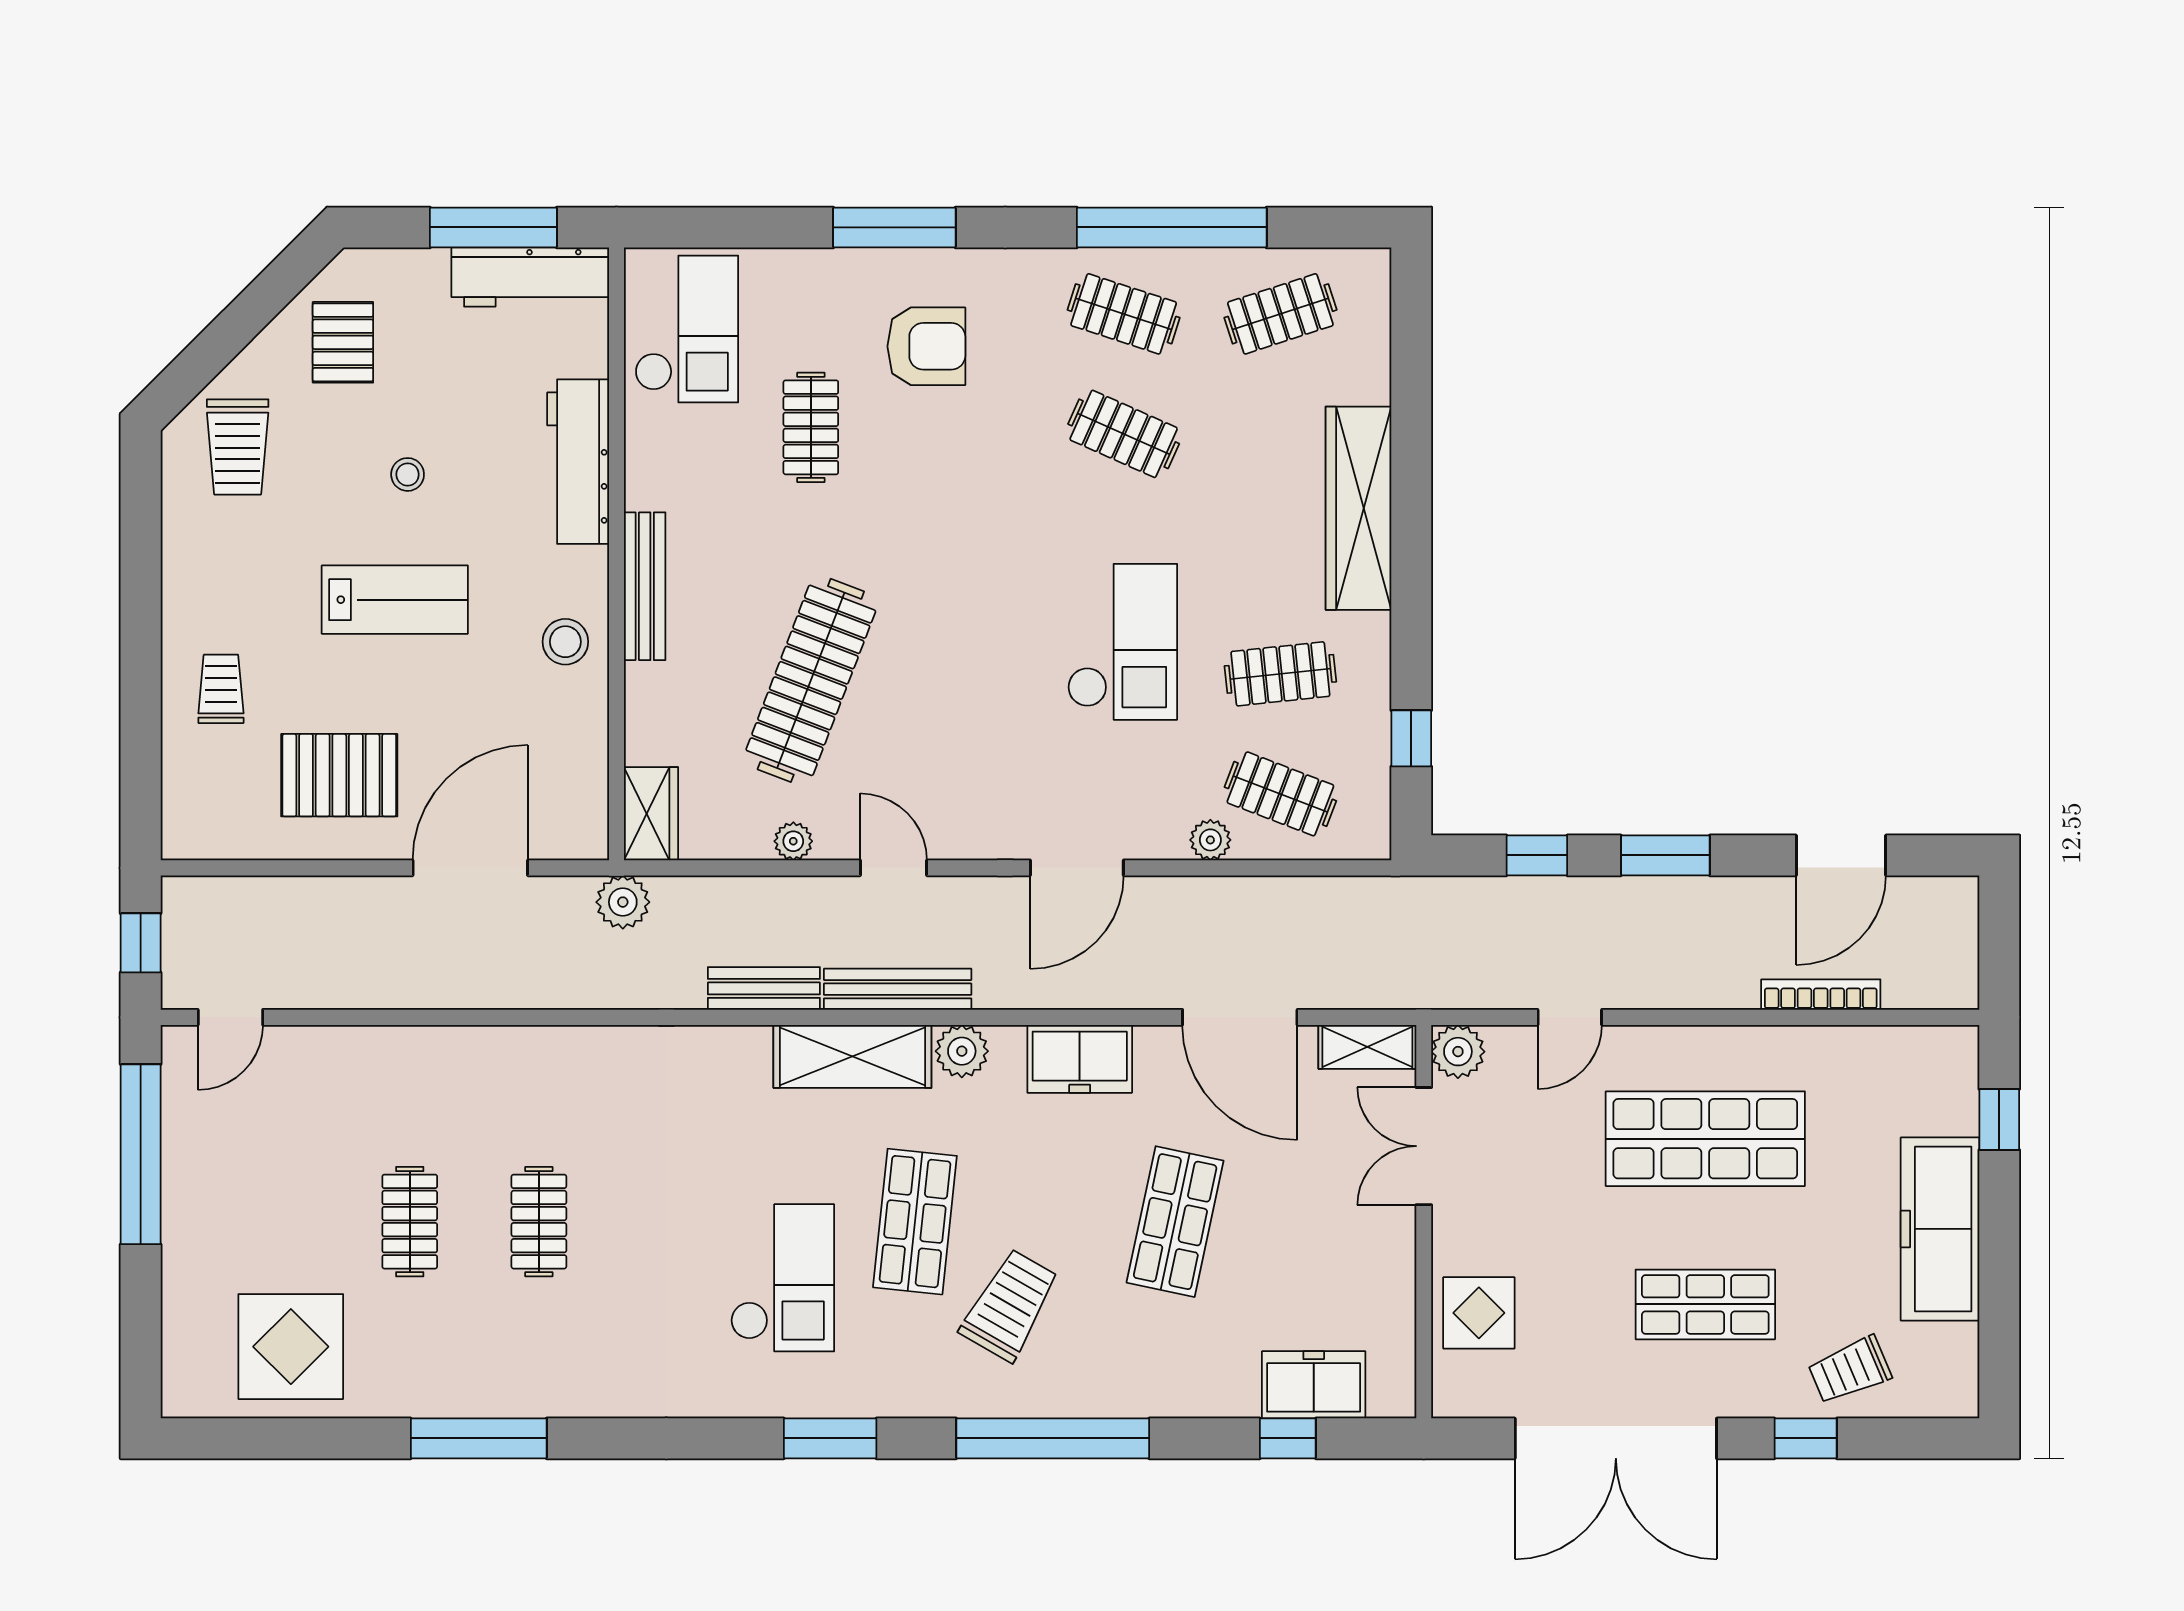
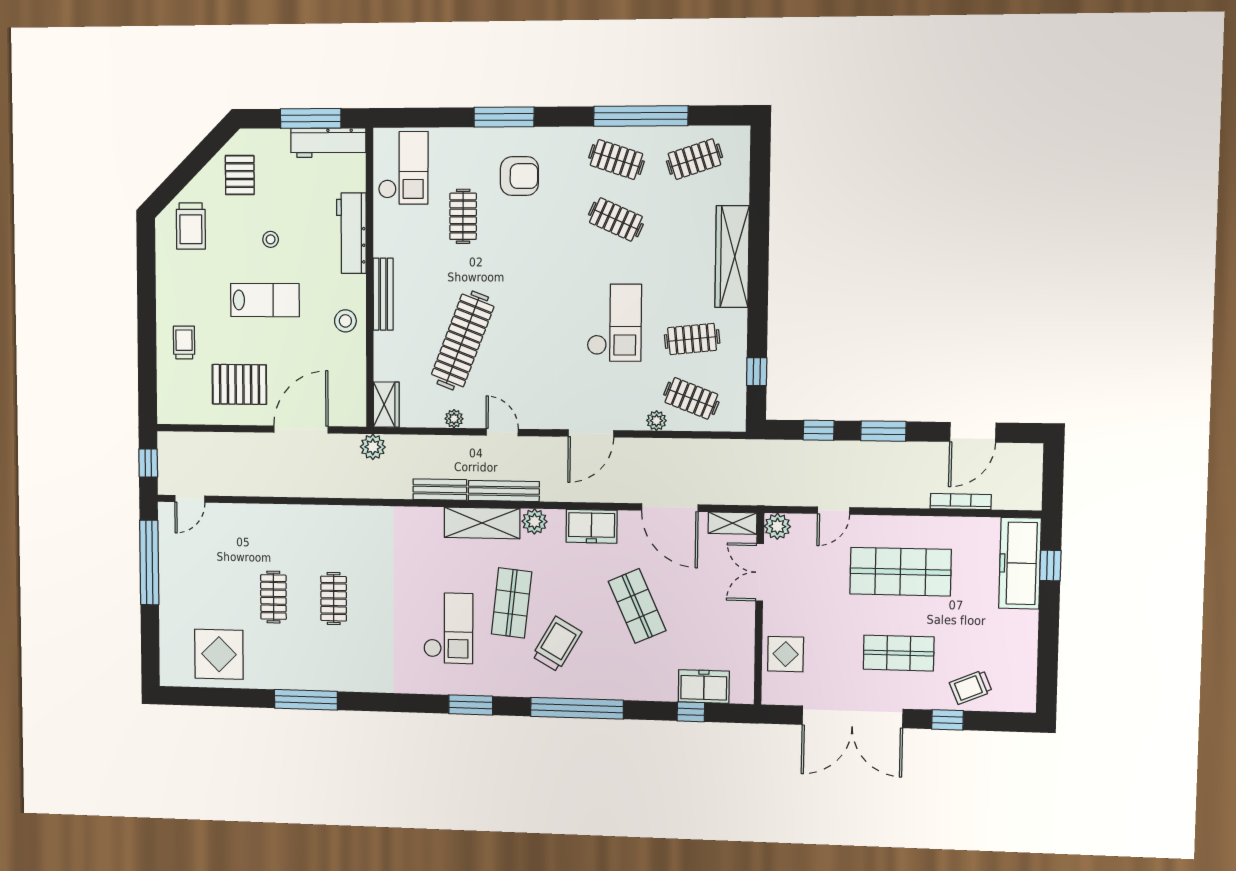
shop shelf: (1175, 1222) -> (637, 606), turned -36
freezer: (1940, 1229) -> (1020, 563), moved

